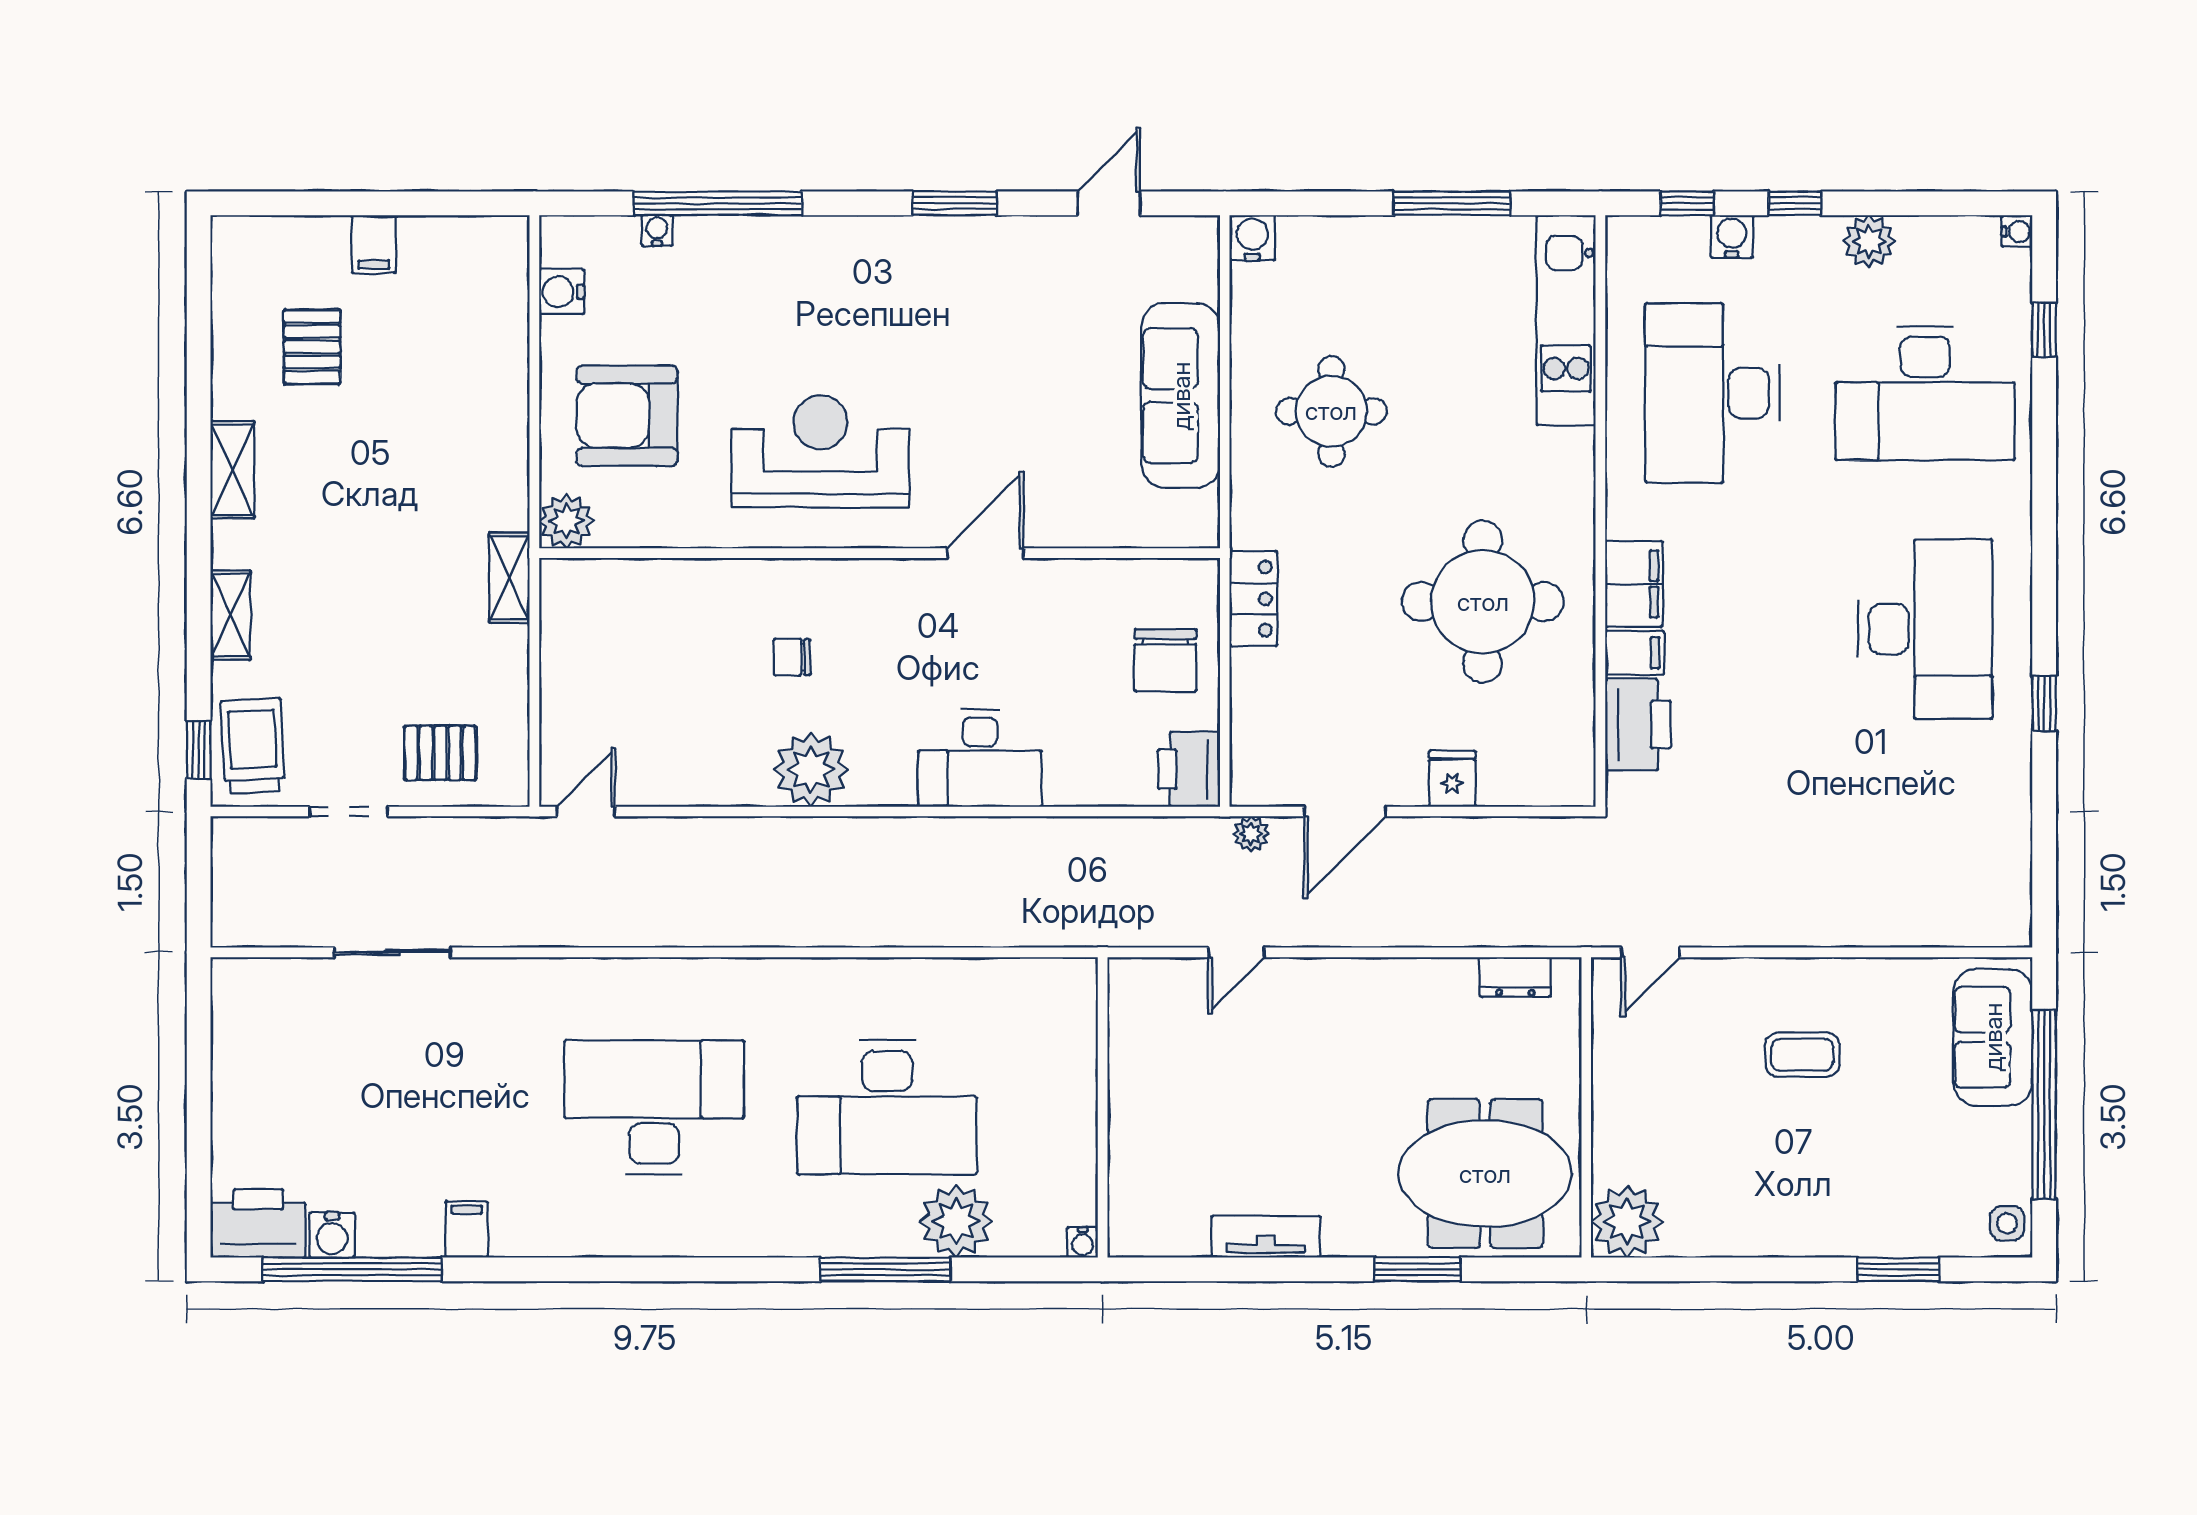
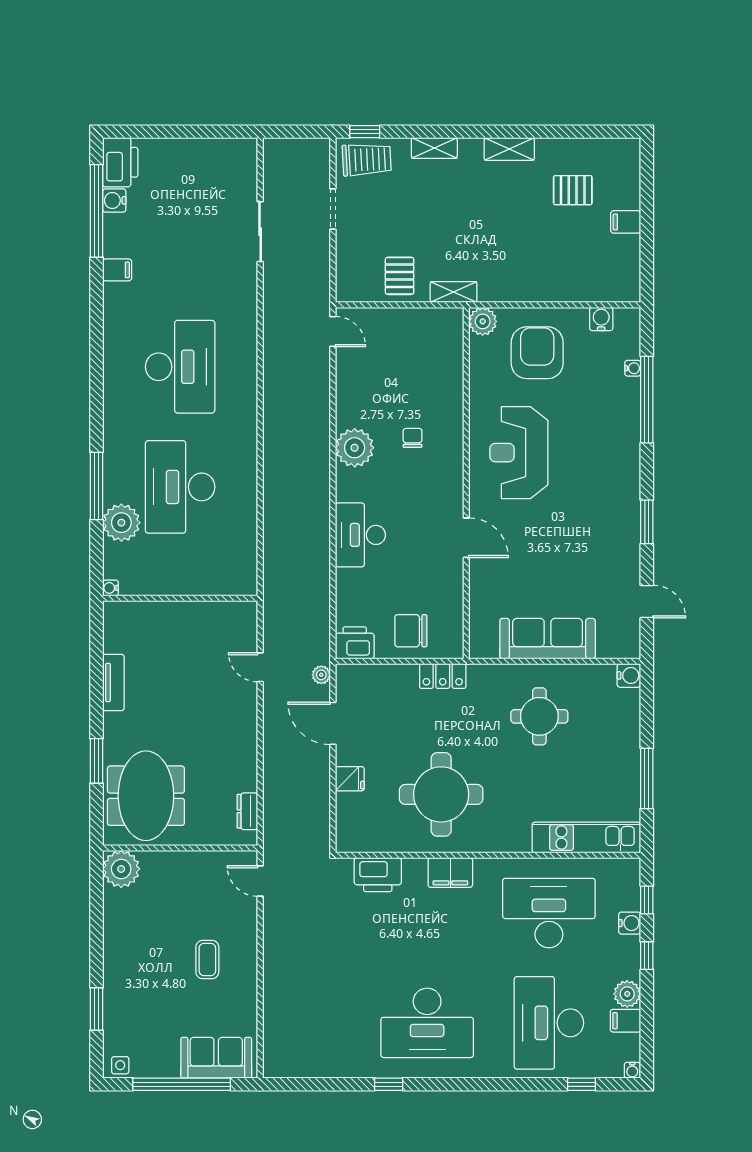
reception desk: (820, 451) -> (519, 453), turned 180
filing cabinet: (1634, 653) -> (626, 1021), moved, turned 90
pallet: (440, 753) -> (400, 276), moved

